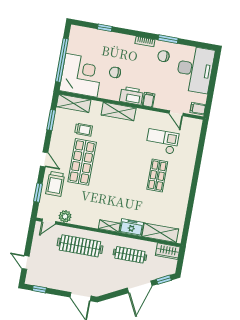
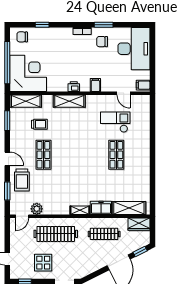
chair: (115, 72) -> (22, 37), moved
printer: (131, 96) -> (74, 87), width x0.53, depth x0.68
shop shelf: (82, 162) -> (43, 155), width x0.70, depth x0.74
display table: (62, 273) -> (43, 263), added

